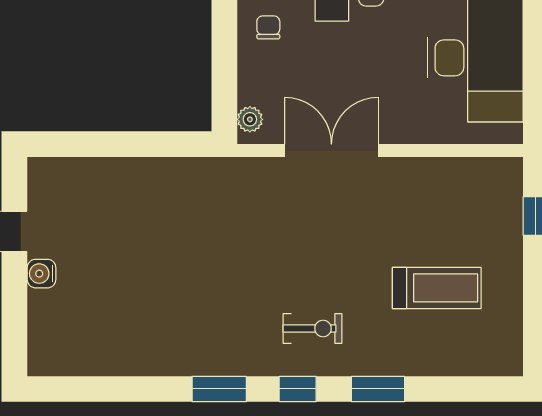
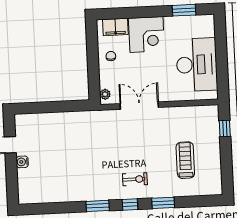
treadmill: (437, 288) -> (185, 160), turned -90

